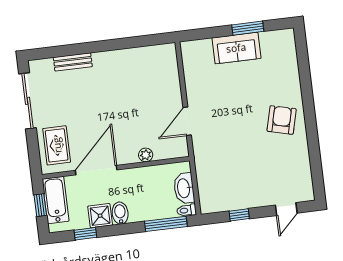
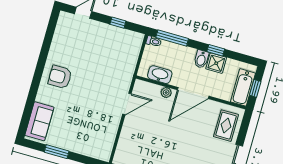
sofa: (236, 48) -> (39, 121), moved, turned 90
armchair: (282, 120) -> (60, 77), turned 76
door: (96, 170) -> (193, 93), moved
washbasin: (184, 188) -> (160, 75), moved, turned -90
window: (85, 234) -> (216, 50), moved

